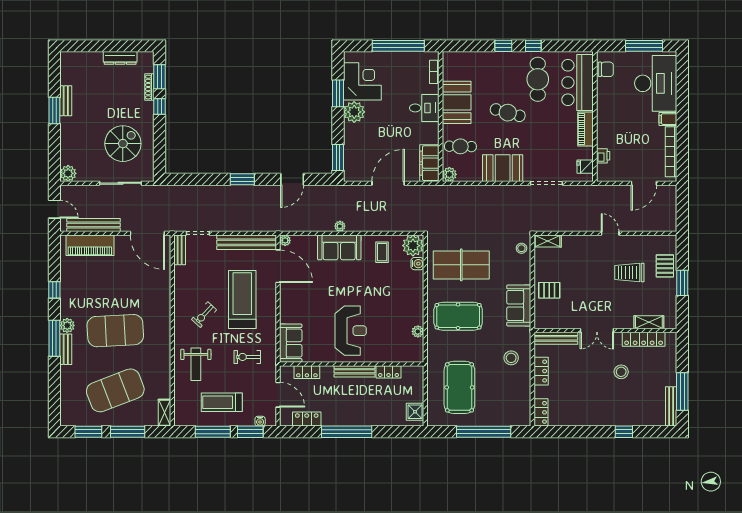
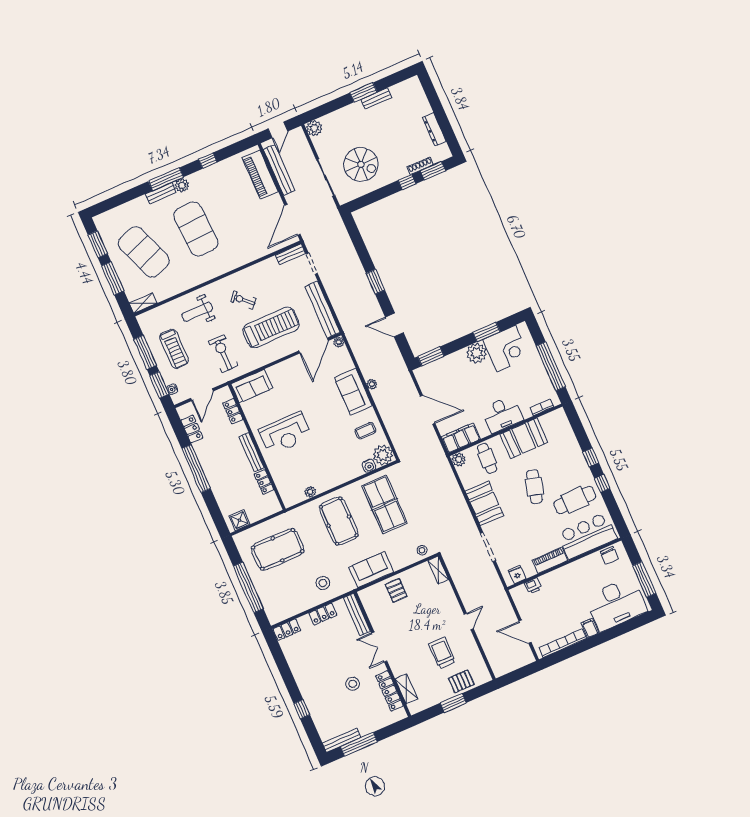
desk: (424, 108) -> (502, 414), width x1.37
exercise bike: (247, 357) -> (223, 354), width x1.38, depth x1.39
treadmill: (222, 402) -> (174, 349), turned 180

